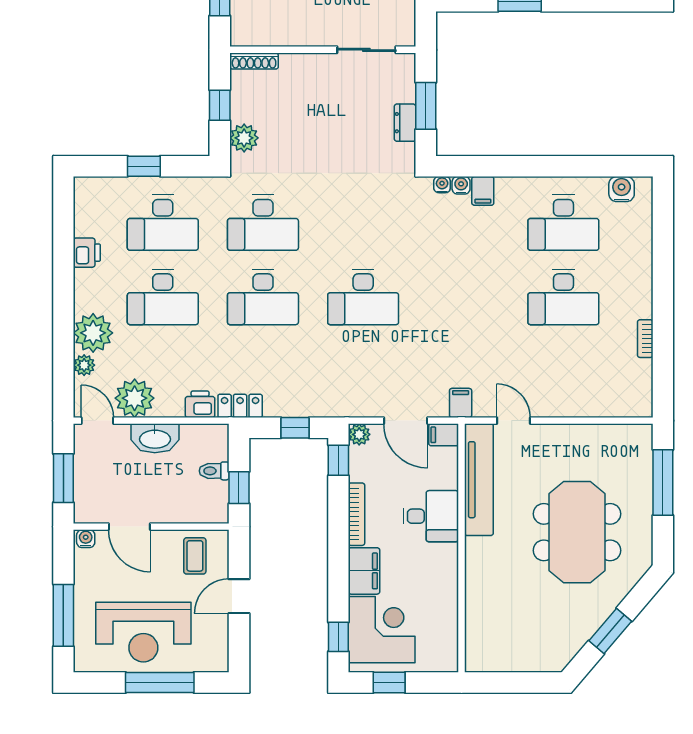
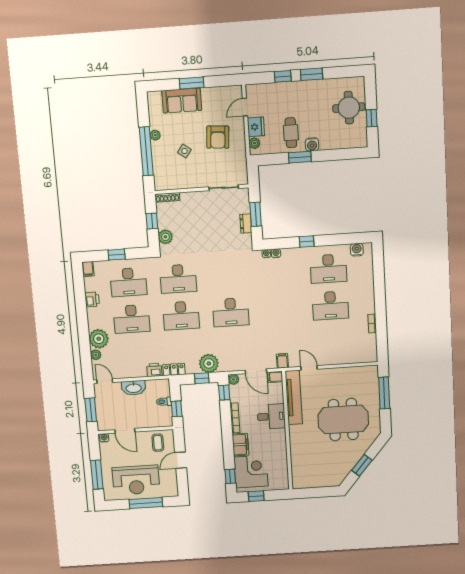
window: (523, 166) -> (307, 242), added
filing cabinet: (483, 191) -> (88, 269), moved
plant: (135, 398) -> (209, 363), moved
meeting table: (577, 532) -> (343, 419), turned 90

